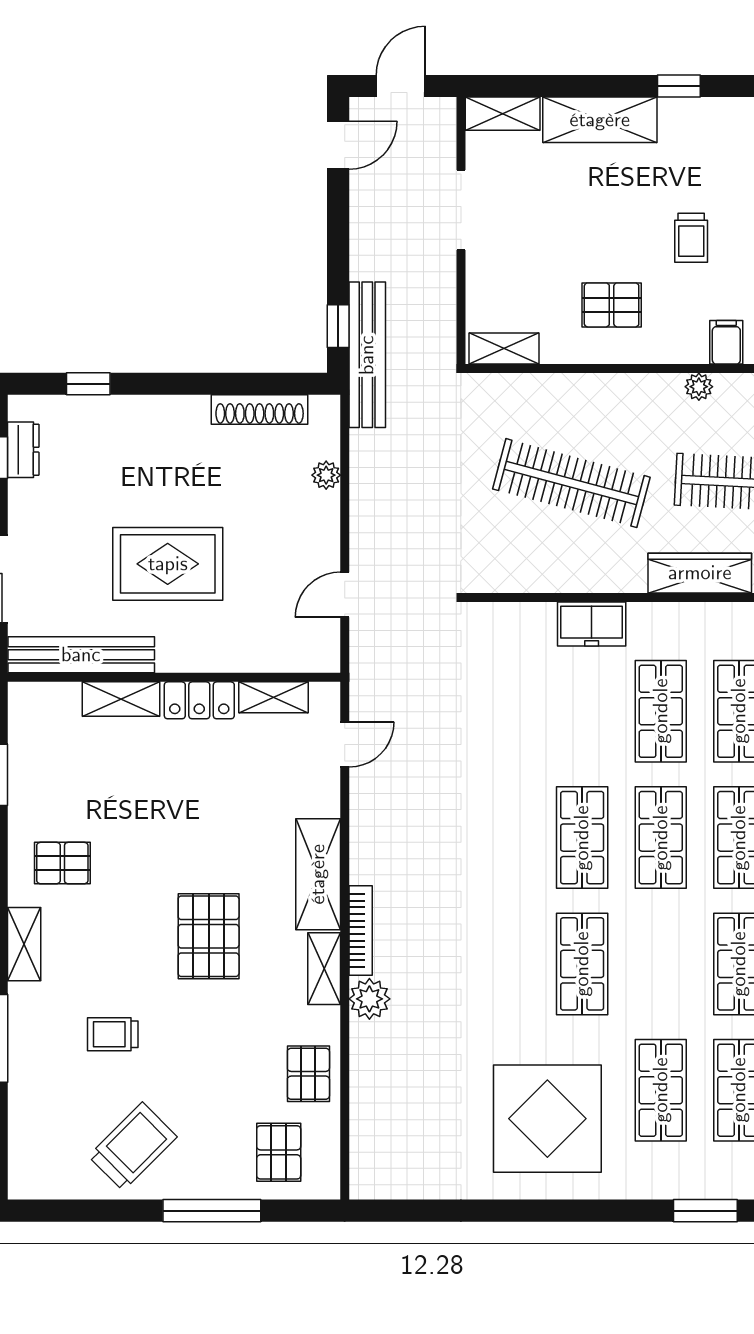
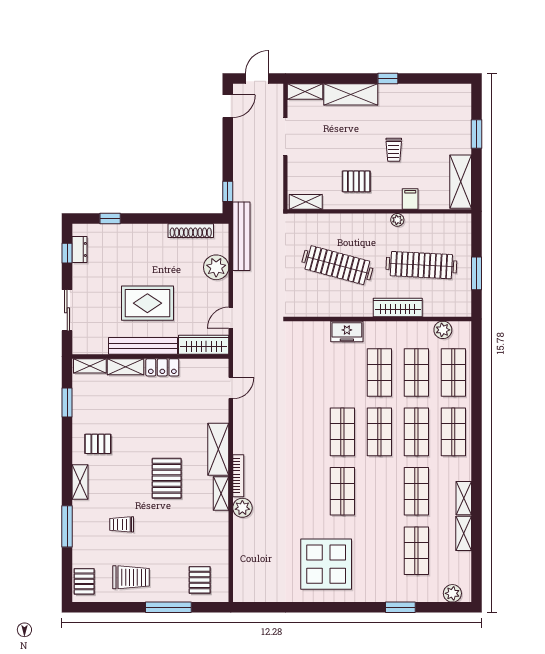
bench: (367, 355) -> (241, 236), moved
plant: (326, 475) -> (216, 267), width x1.87, depth x1.87
wardrobe: (287, 652) -> (204, 345), added
bench: (81, 655) -> (143, 346), moved
shelving: (273, 697) -> (90, 366), moved
pallet: (308, 1074) -> (84, 581), moved
shop shelf: (661, 1090) -> (379, 551), removed
trolley: (133, 1146) -> (131, 577), turned 45

